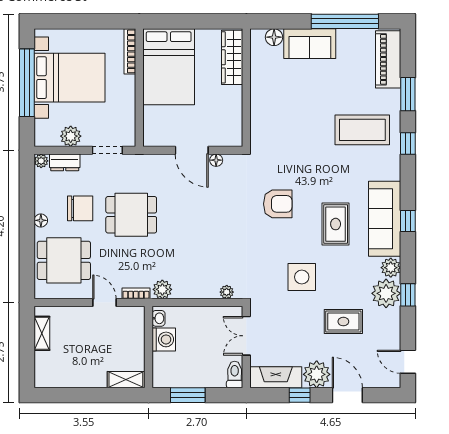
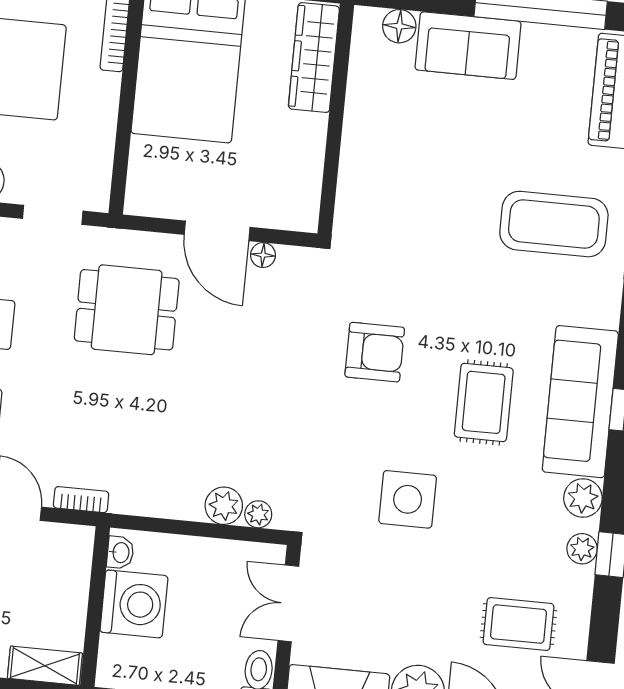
dining table: (131, 215) -> (127, 310), moved
plant: (162, 289) -> (224, 506), moved
plant: (386, 293) -> (582, 549), width x0.53, depth x0.53
rug: (343, 322) -> (518, 624), moved
washing machine: (164, 339) -> (134, 604), width x1.37, depth x1.37

